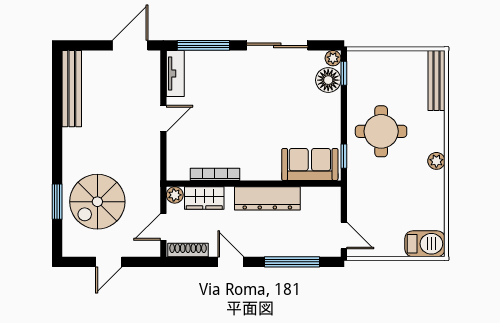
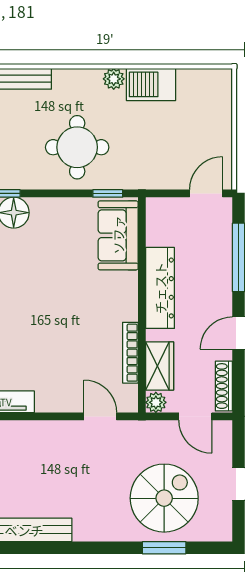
door: (163, 119) -> (100, 416), moved
spiral stairs: (97, 202) -> (164, 498), turned -90
barbecue: (425, 244) -> (151, 84), moved, turned -90

